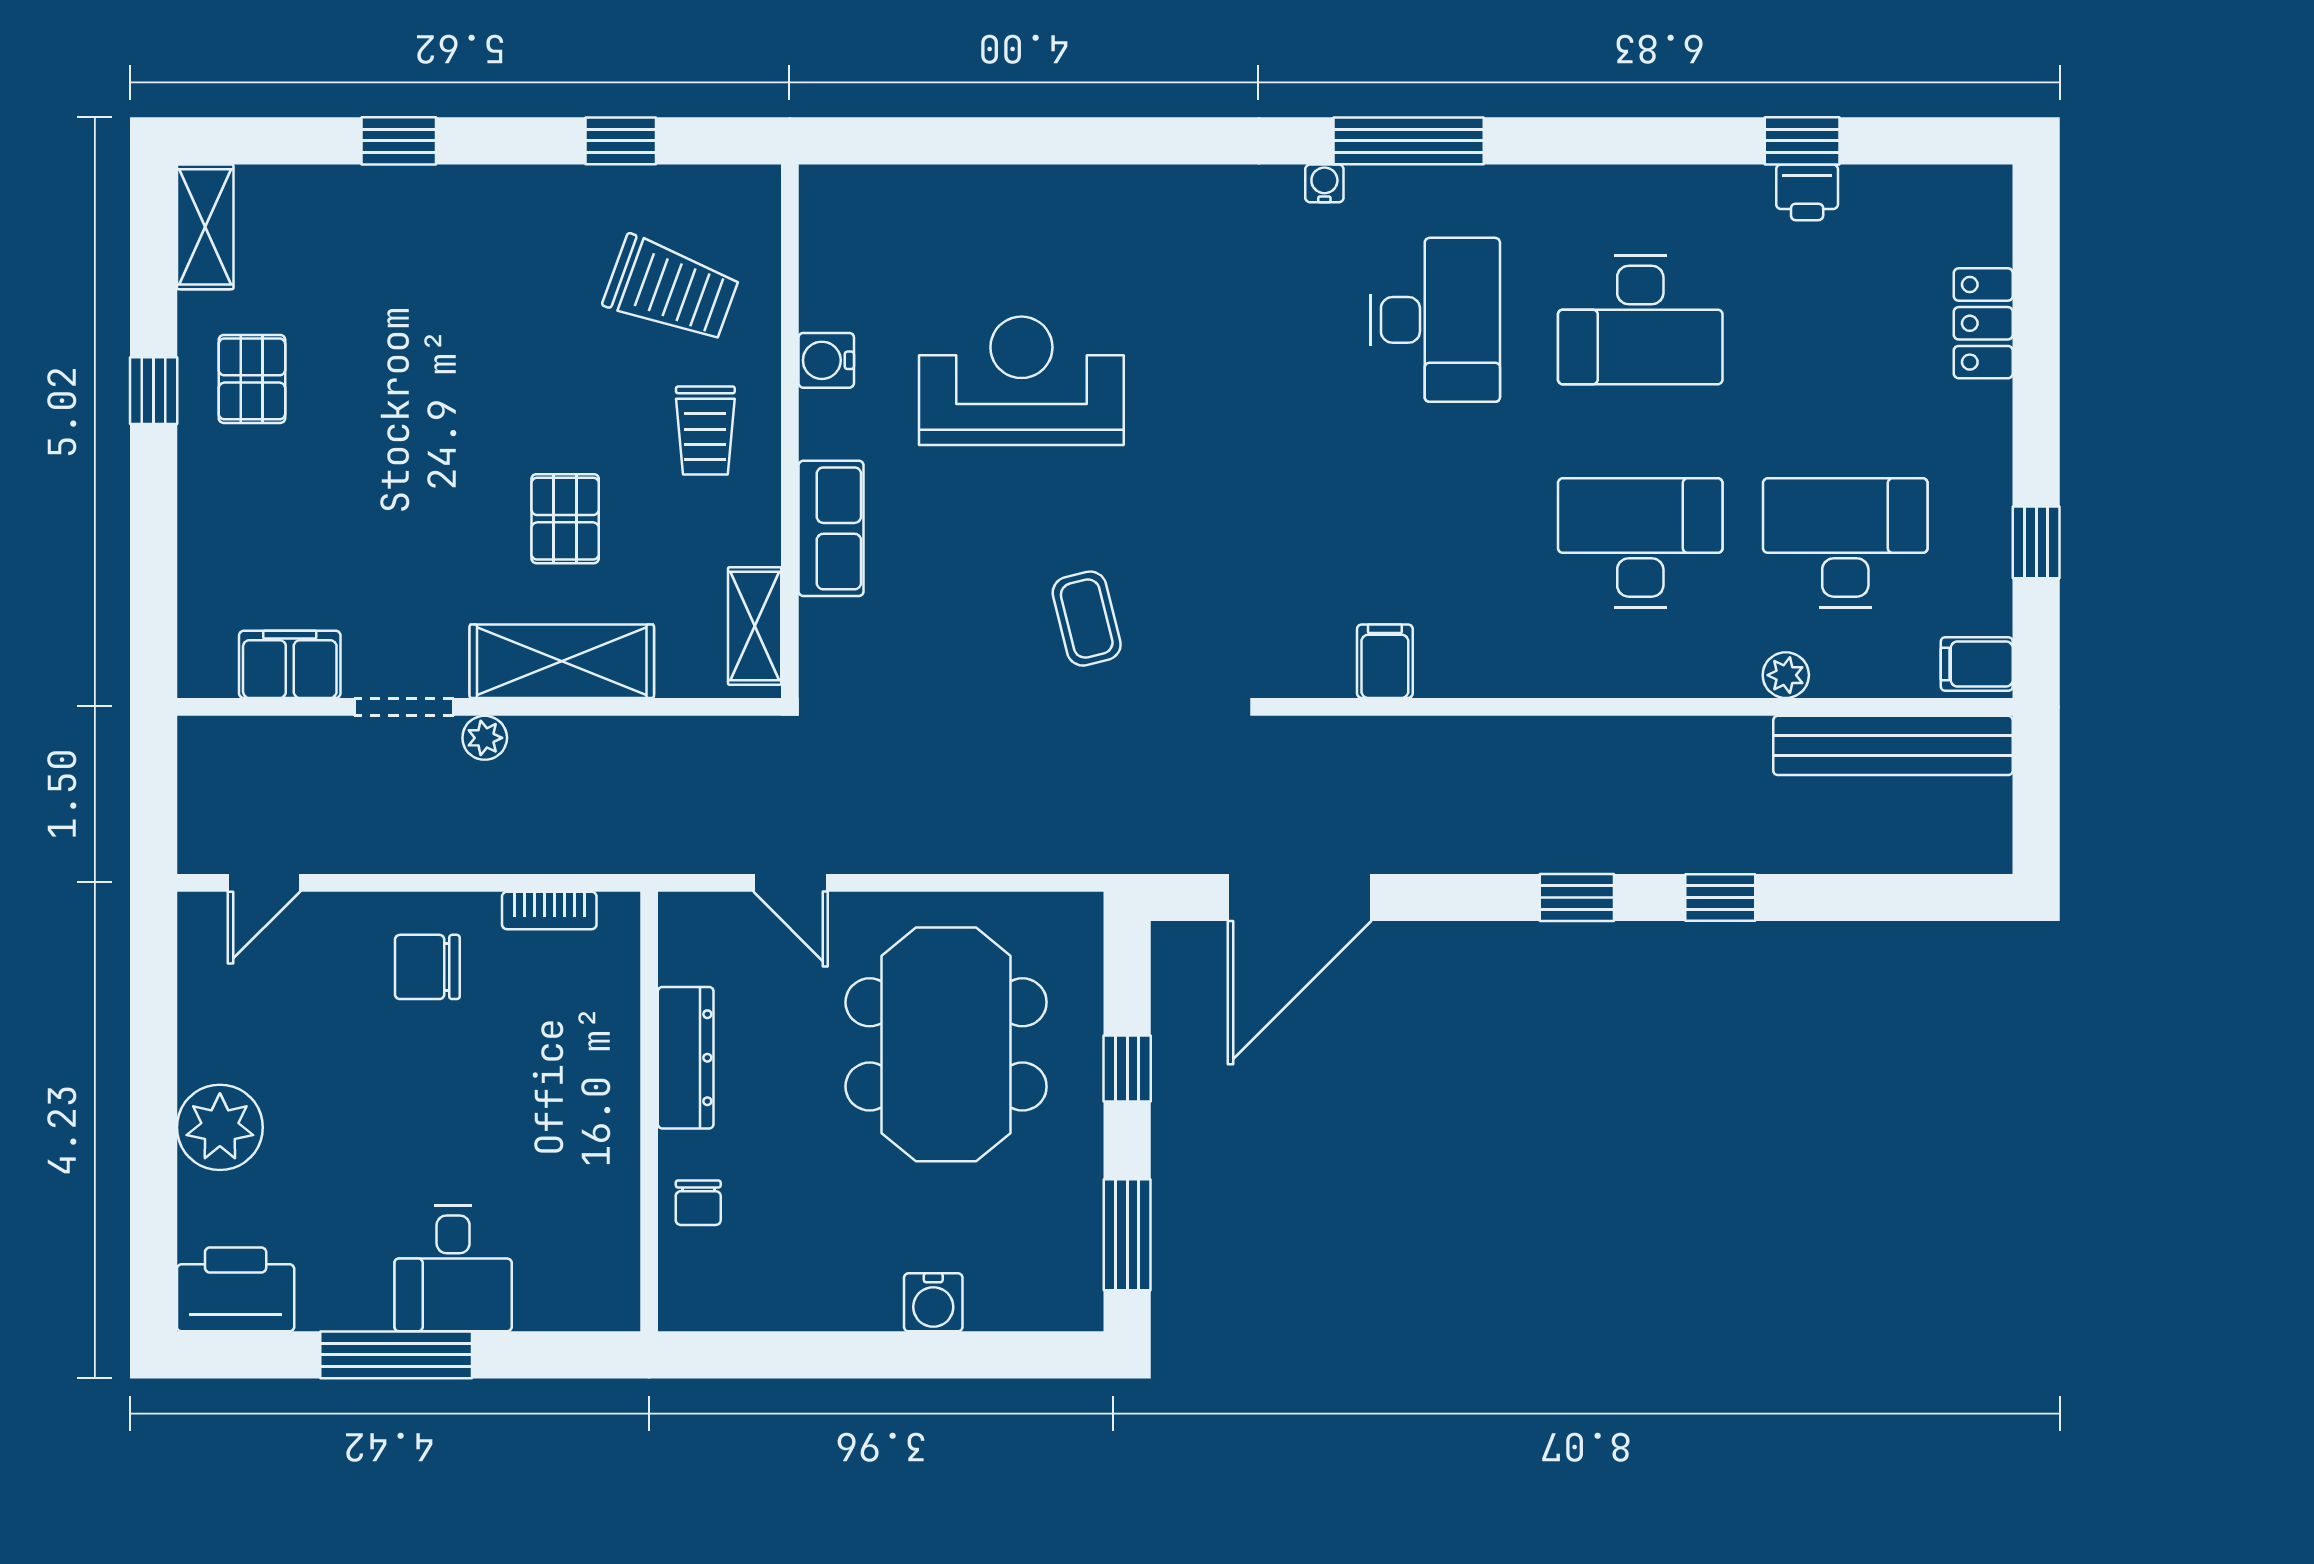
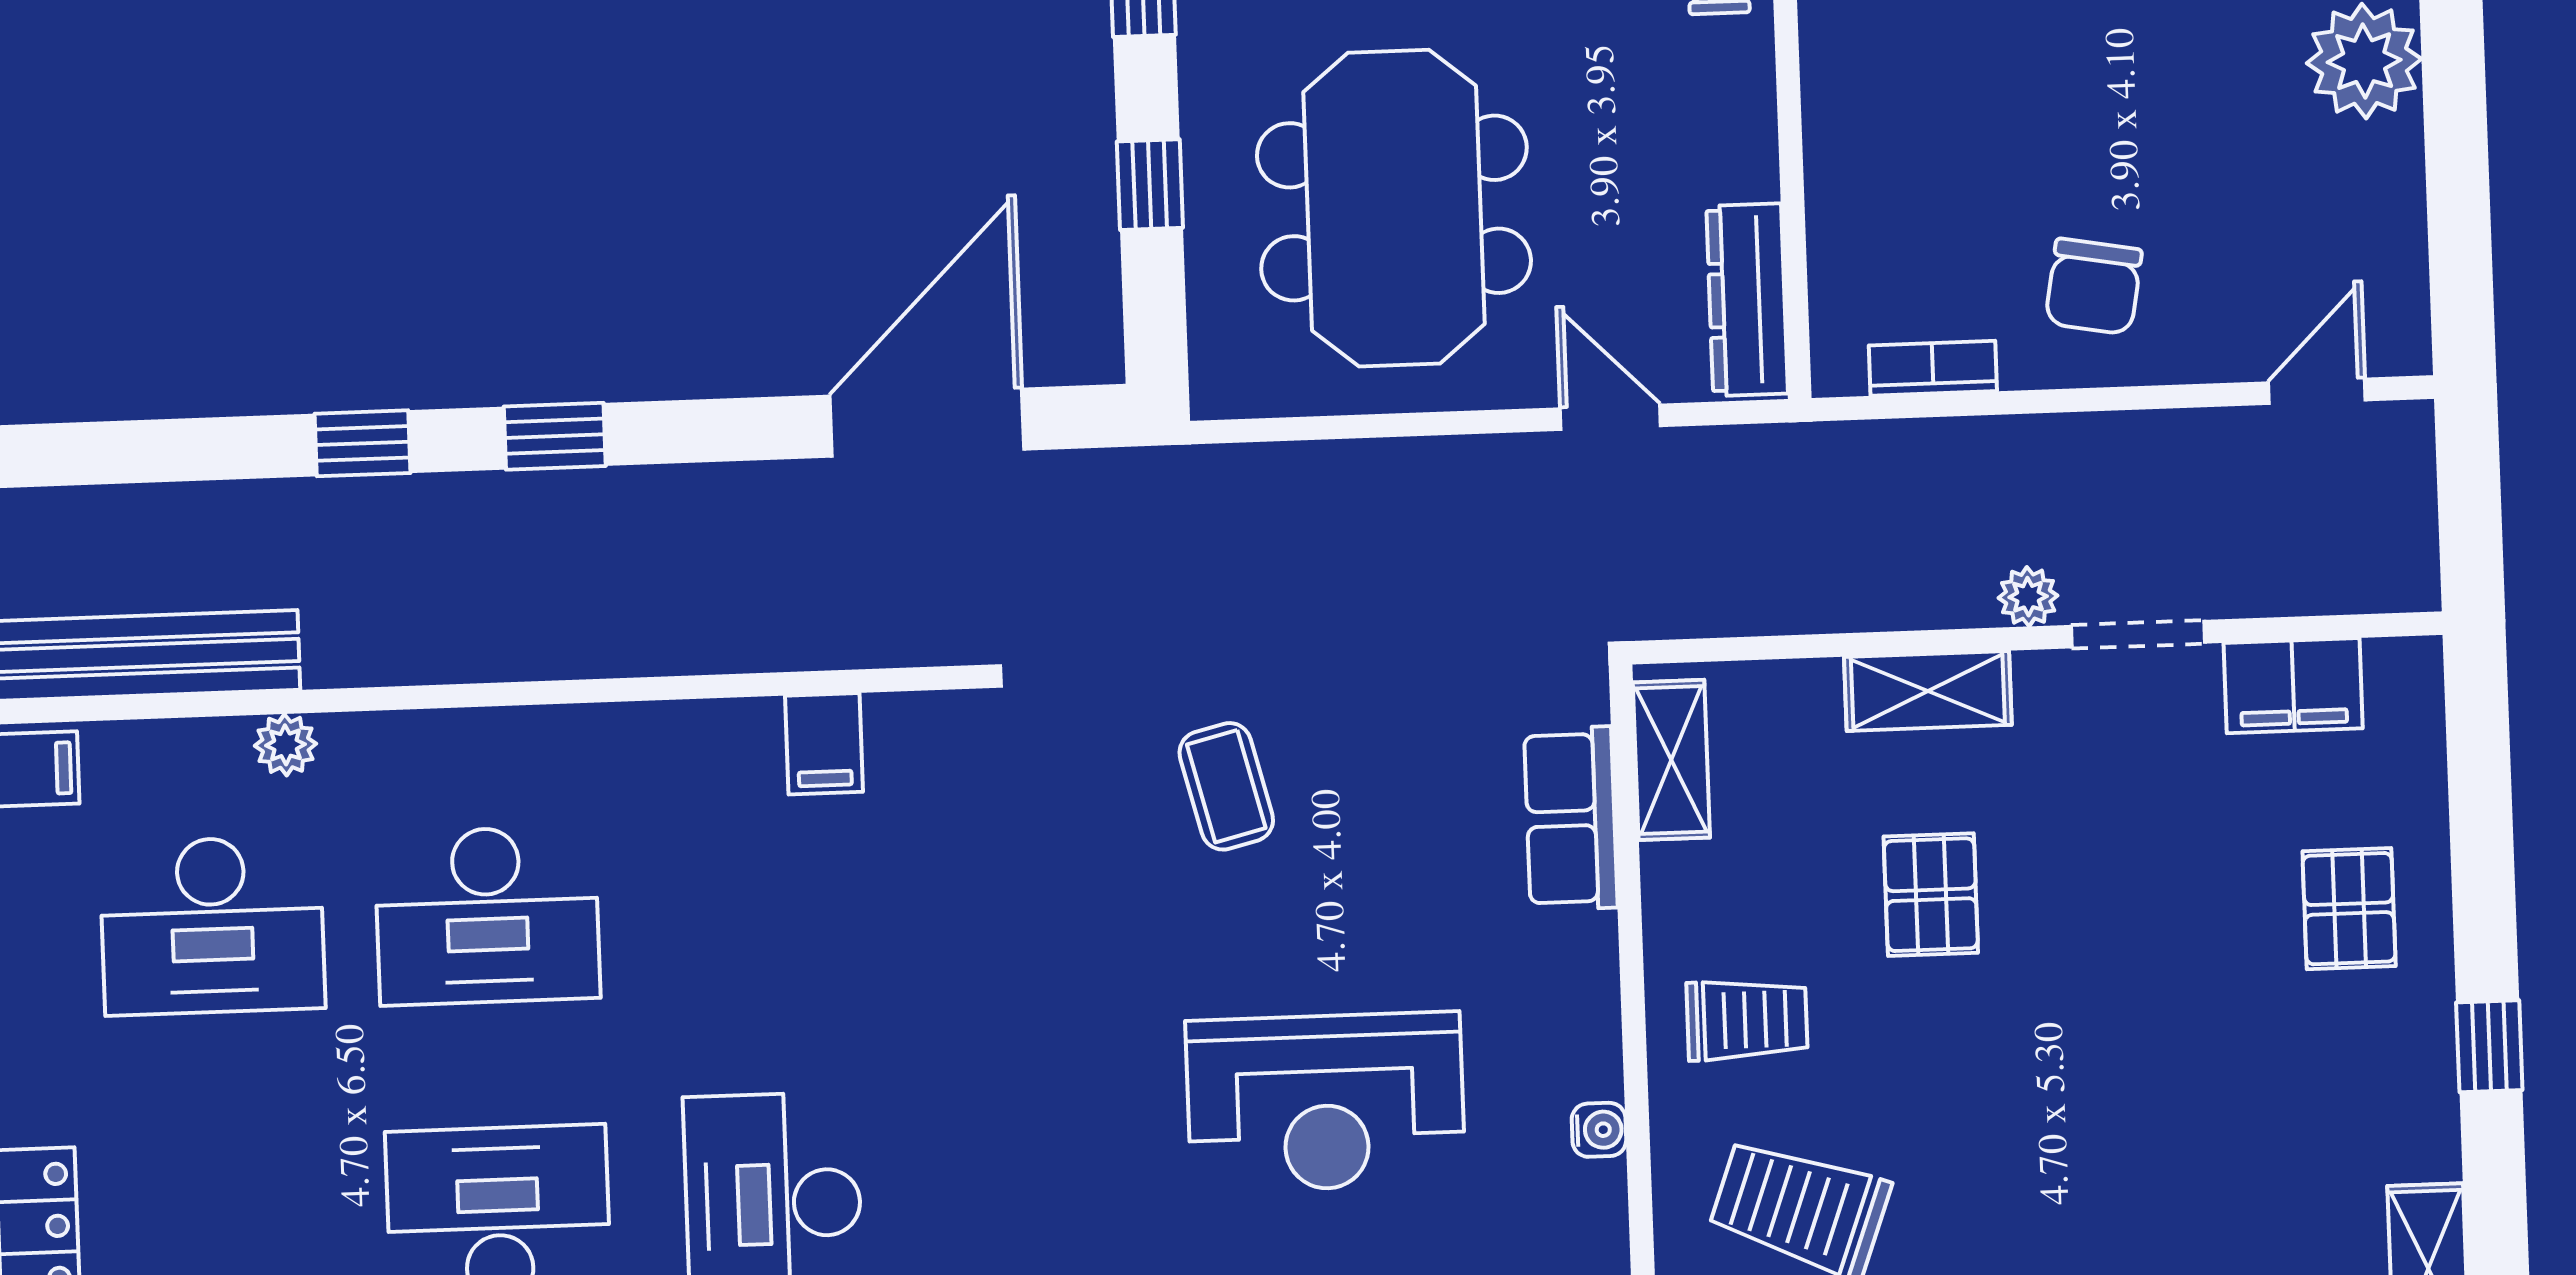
water cooler: (826, 360) -> (1599, 1130), width x0.72, depth x0.72
pallet: (252, 379) -> (2349, 909), moved
trolley: (705, 431) -> (1747, 1020), turned 90
row of seats: (831, 528) -> (1571, 818), moved
shelving: (562, 661) -> (1928, 691), width x0.67, depth x0.75
chair: (427, 967) -> (2094, 286), turned 100
dresser: (686, 1058) -> (1747, 300), moved

